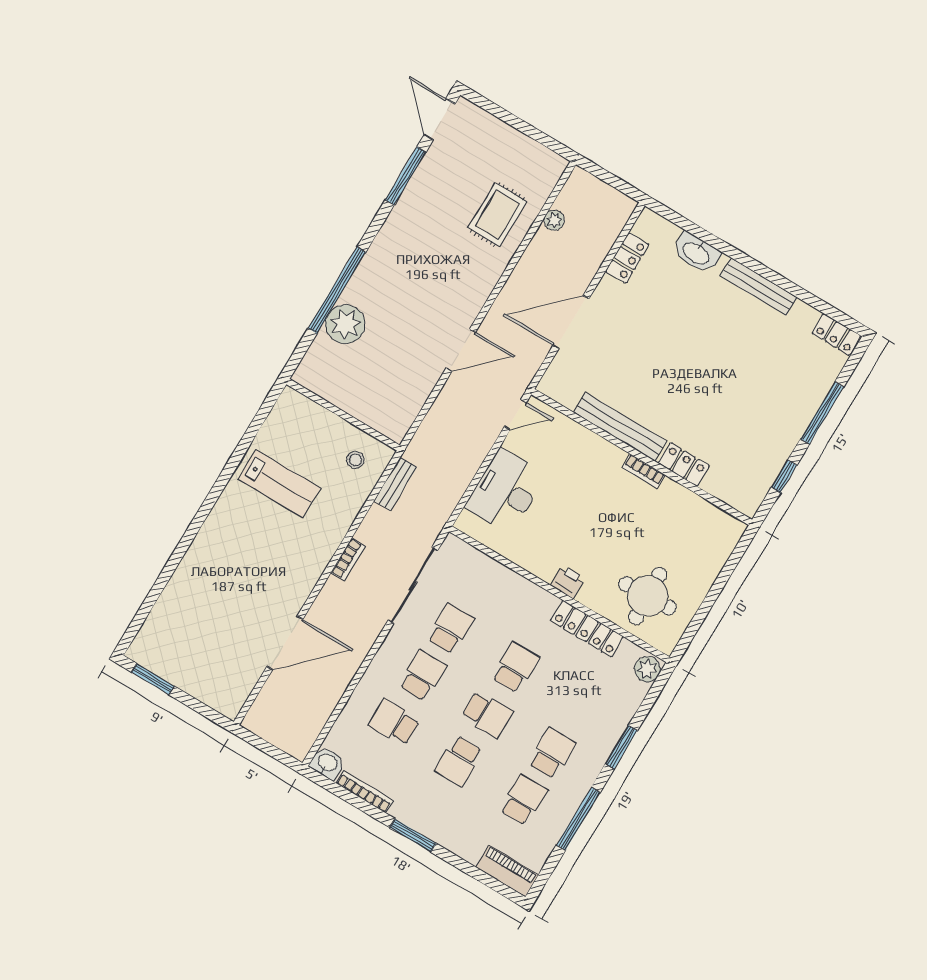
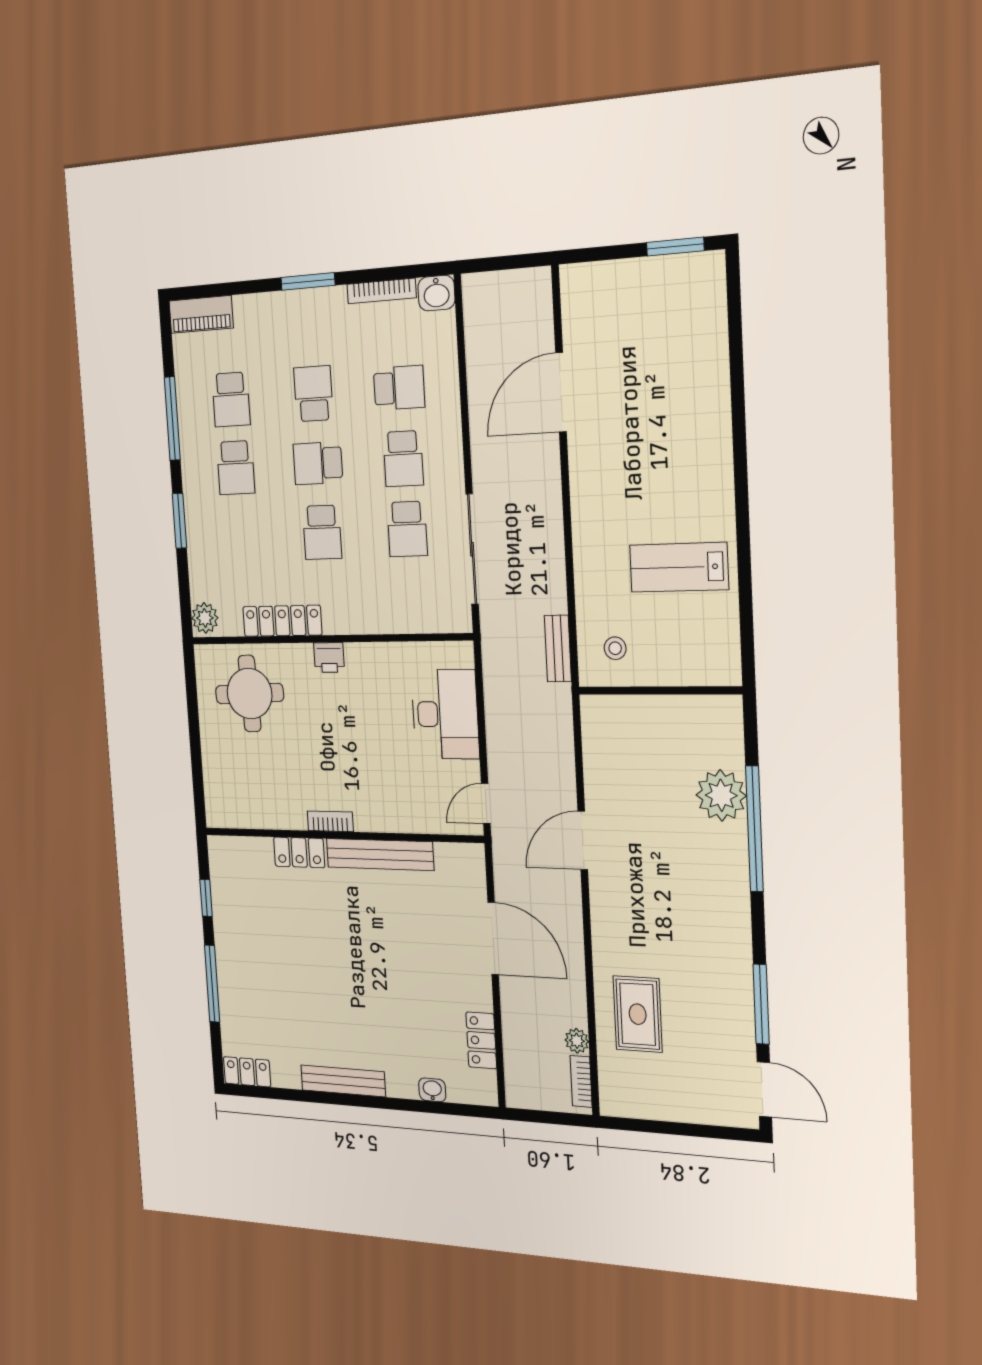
washbasin: (697, 253) -> (432, 1090), width x0.52, depth x0.69
door: (571, 322) -> (493, 938), hinge flipped
bookcase: (348, 559) -> (581, 1081), moved

